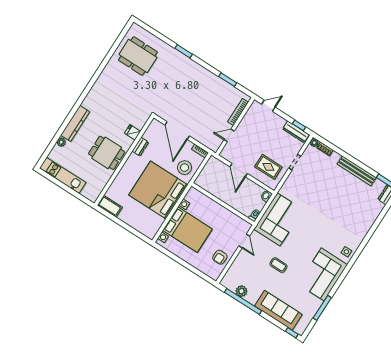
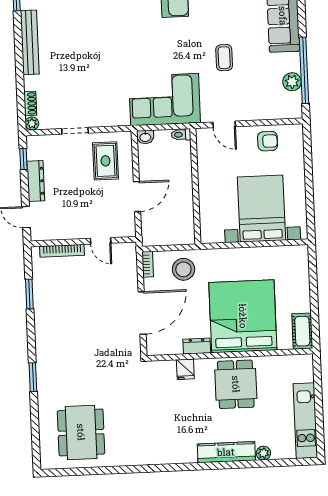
dresser: (296, 132) -> (36, 181), moved
bed: (158, 190) -> (243, 316), moved, turned 180
door: (244, 241) -> (224, 124), swing flipped

